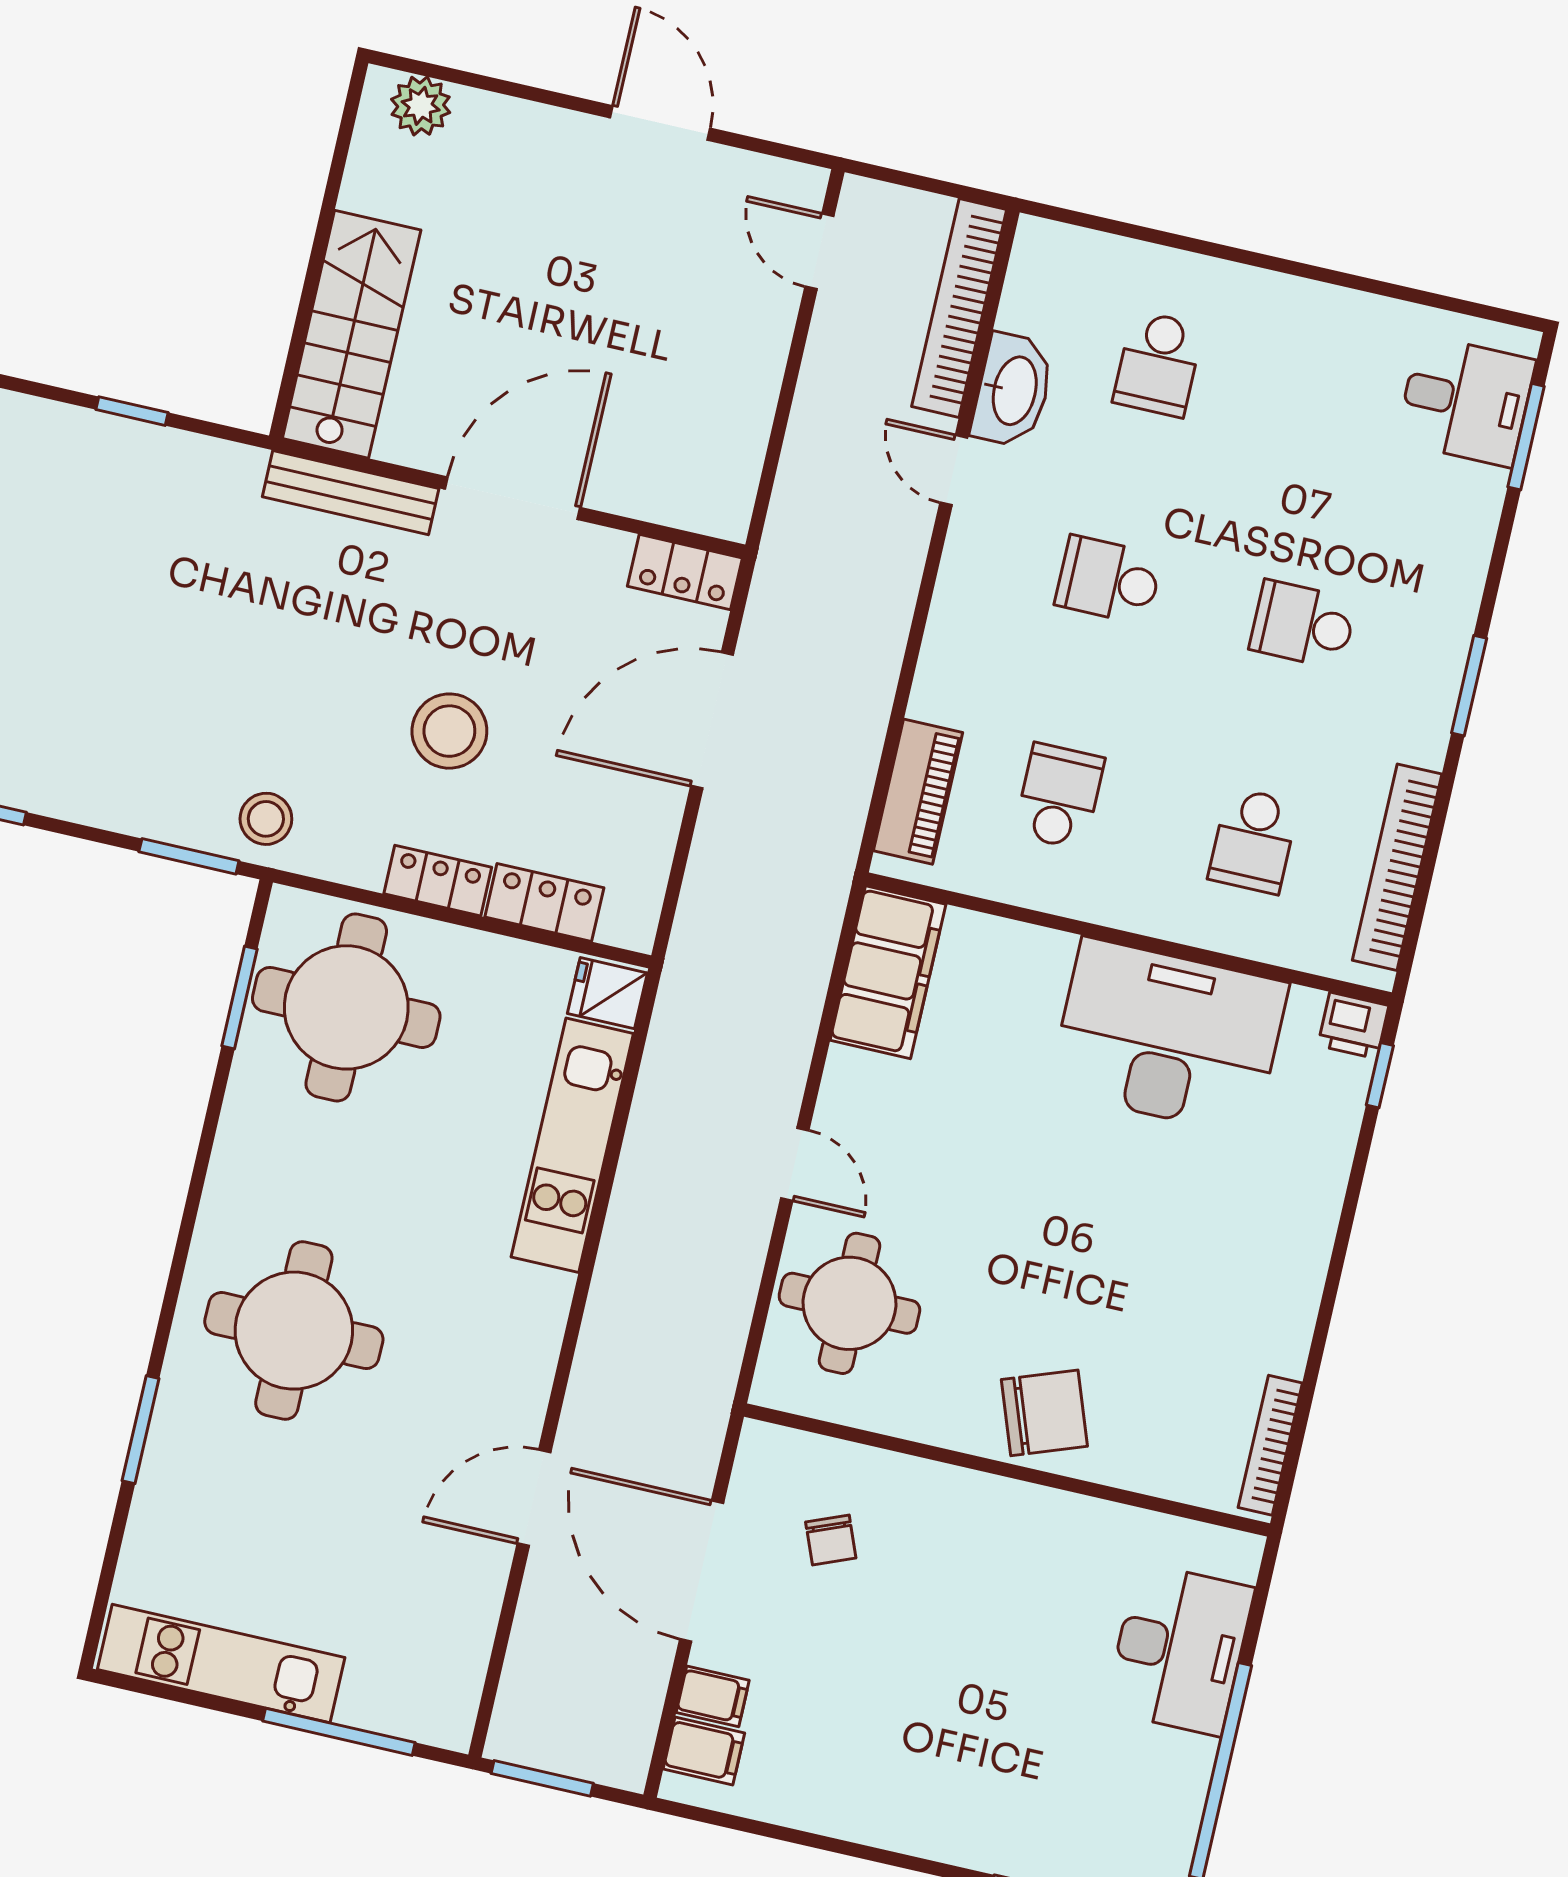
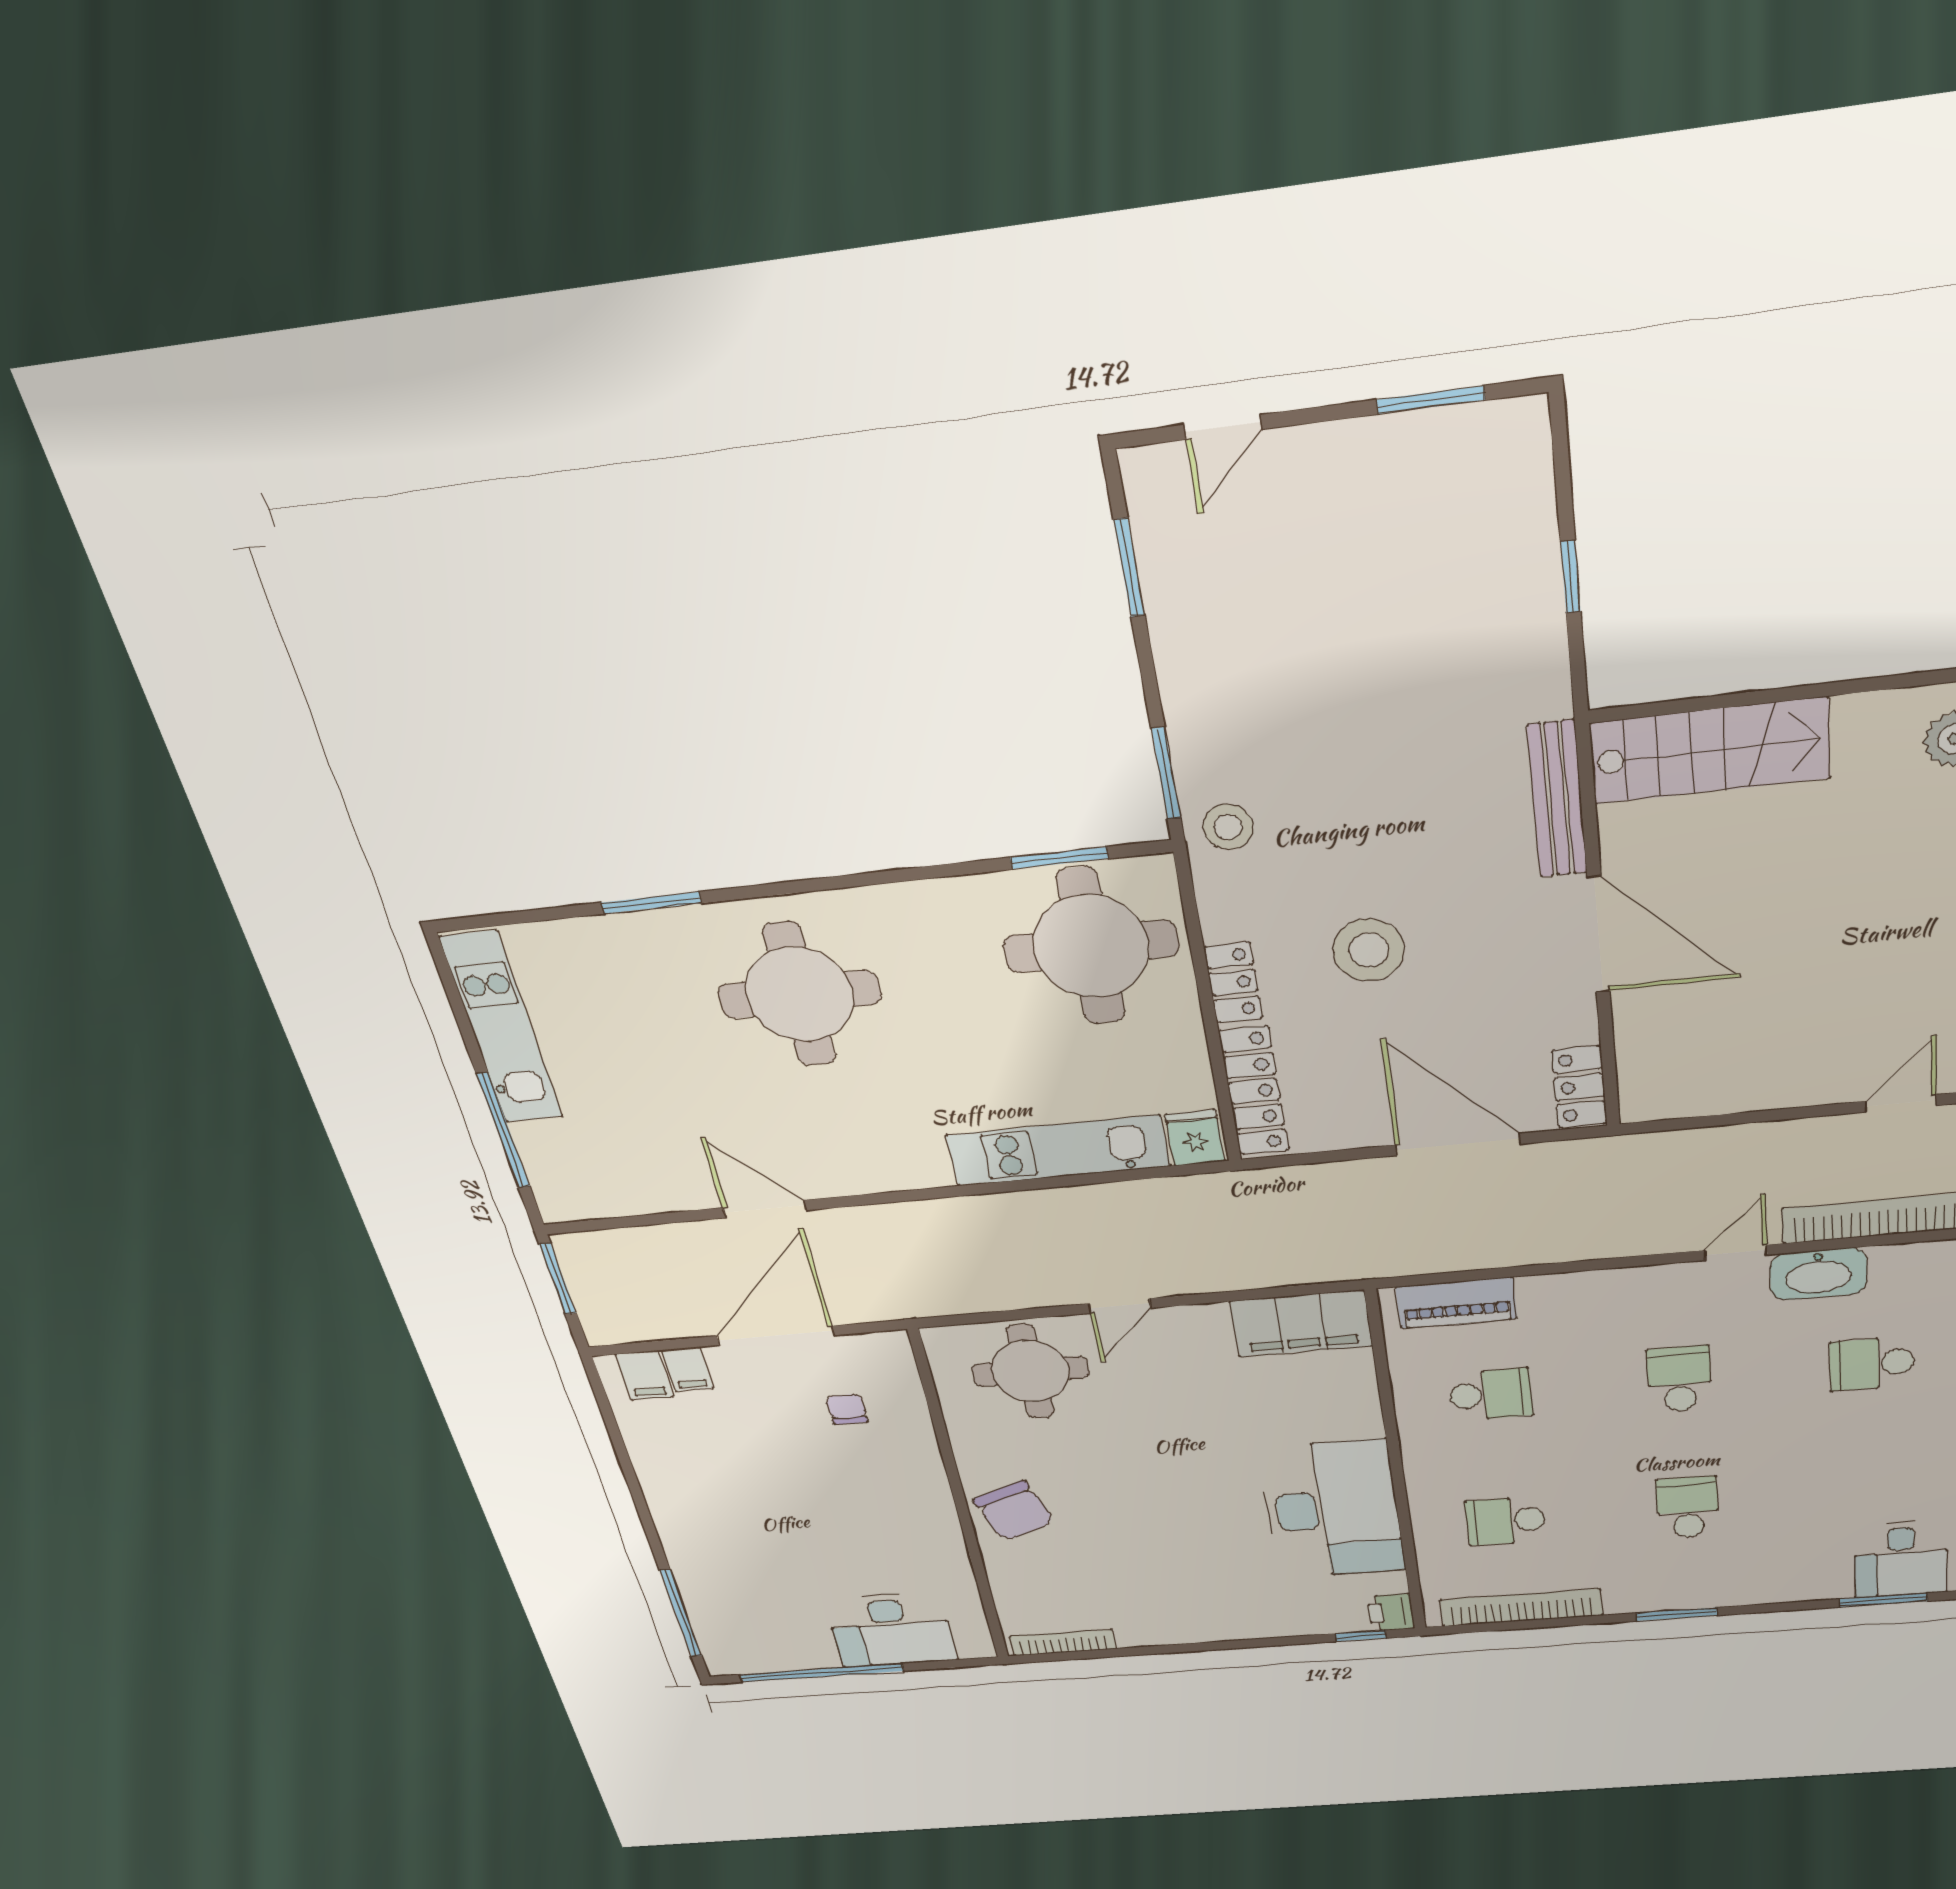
locker: (544, 902) -> (1254, 1091), width x1.53
chair: (831, 1540) -> (847, 1409), turned 112

